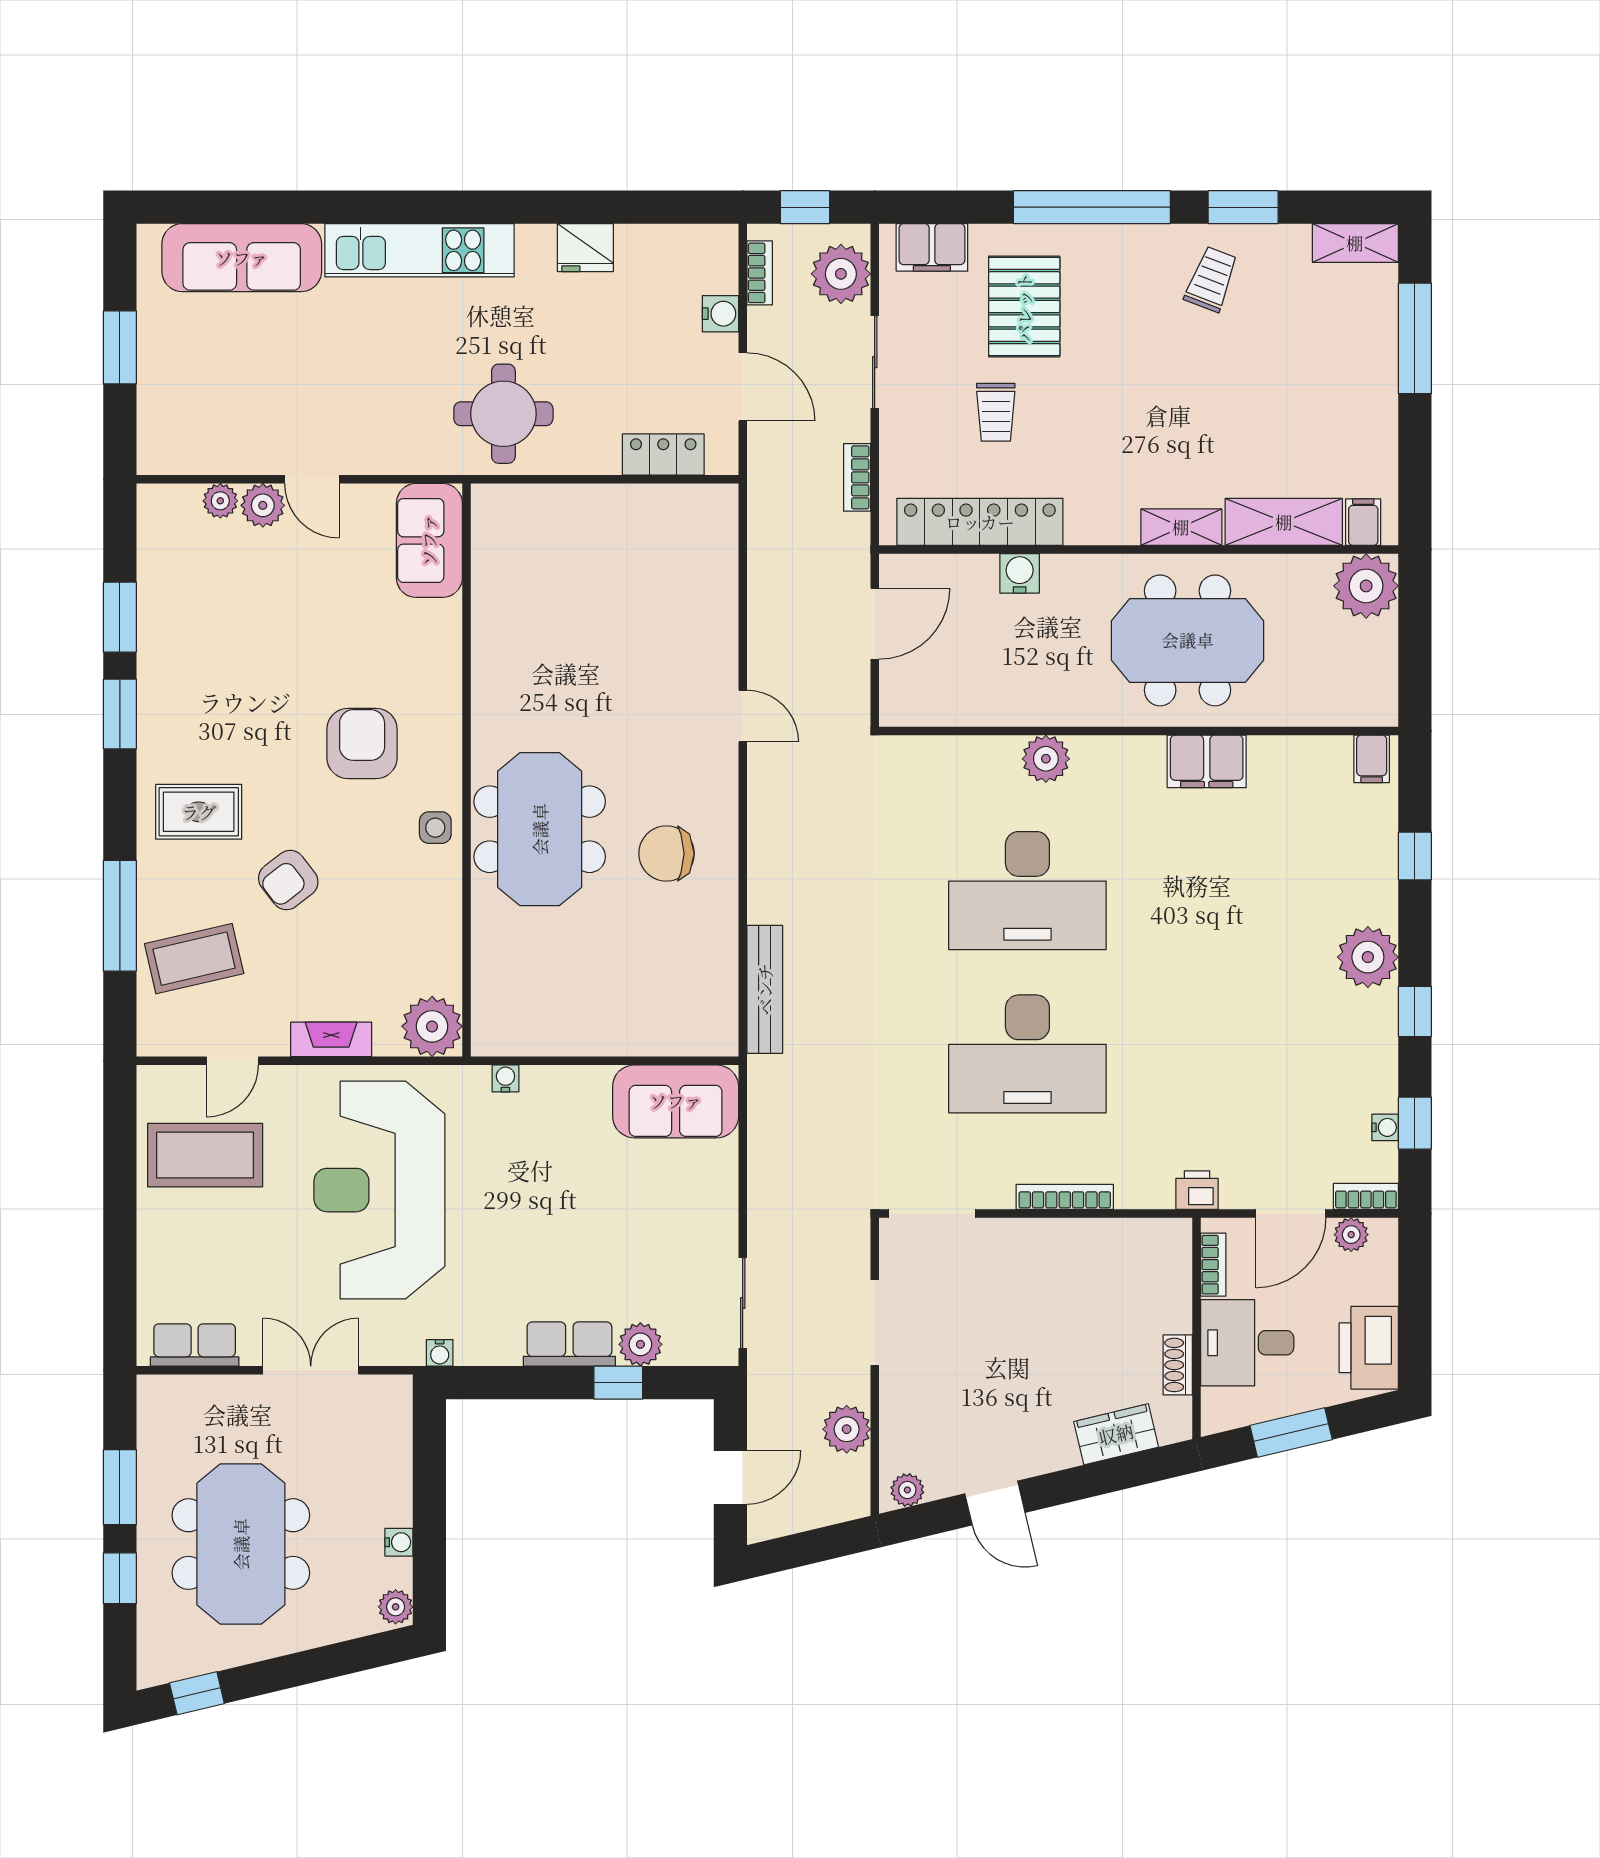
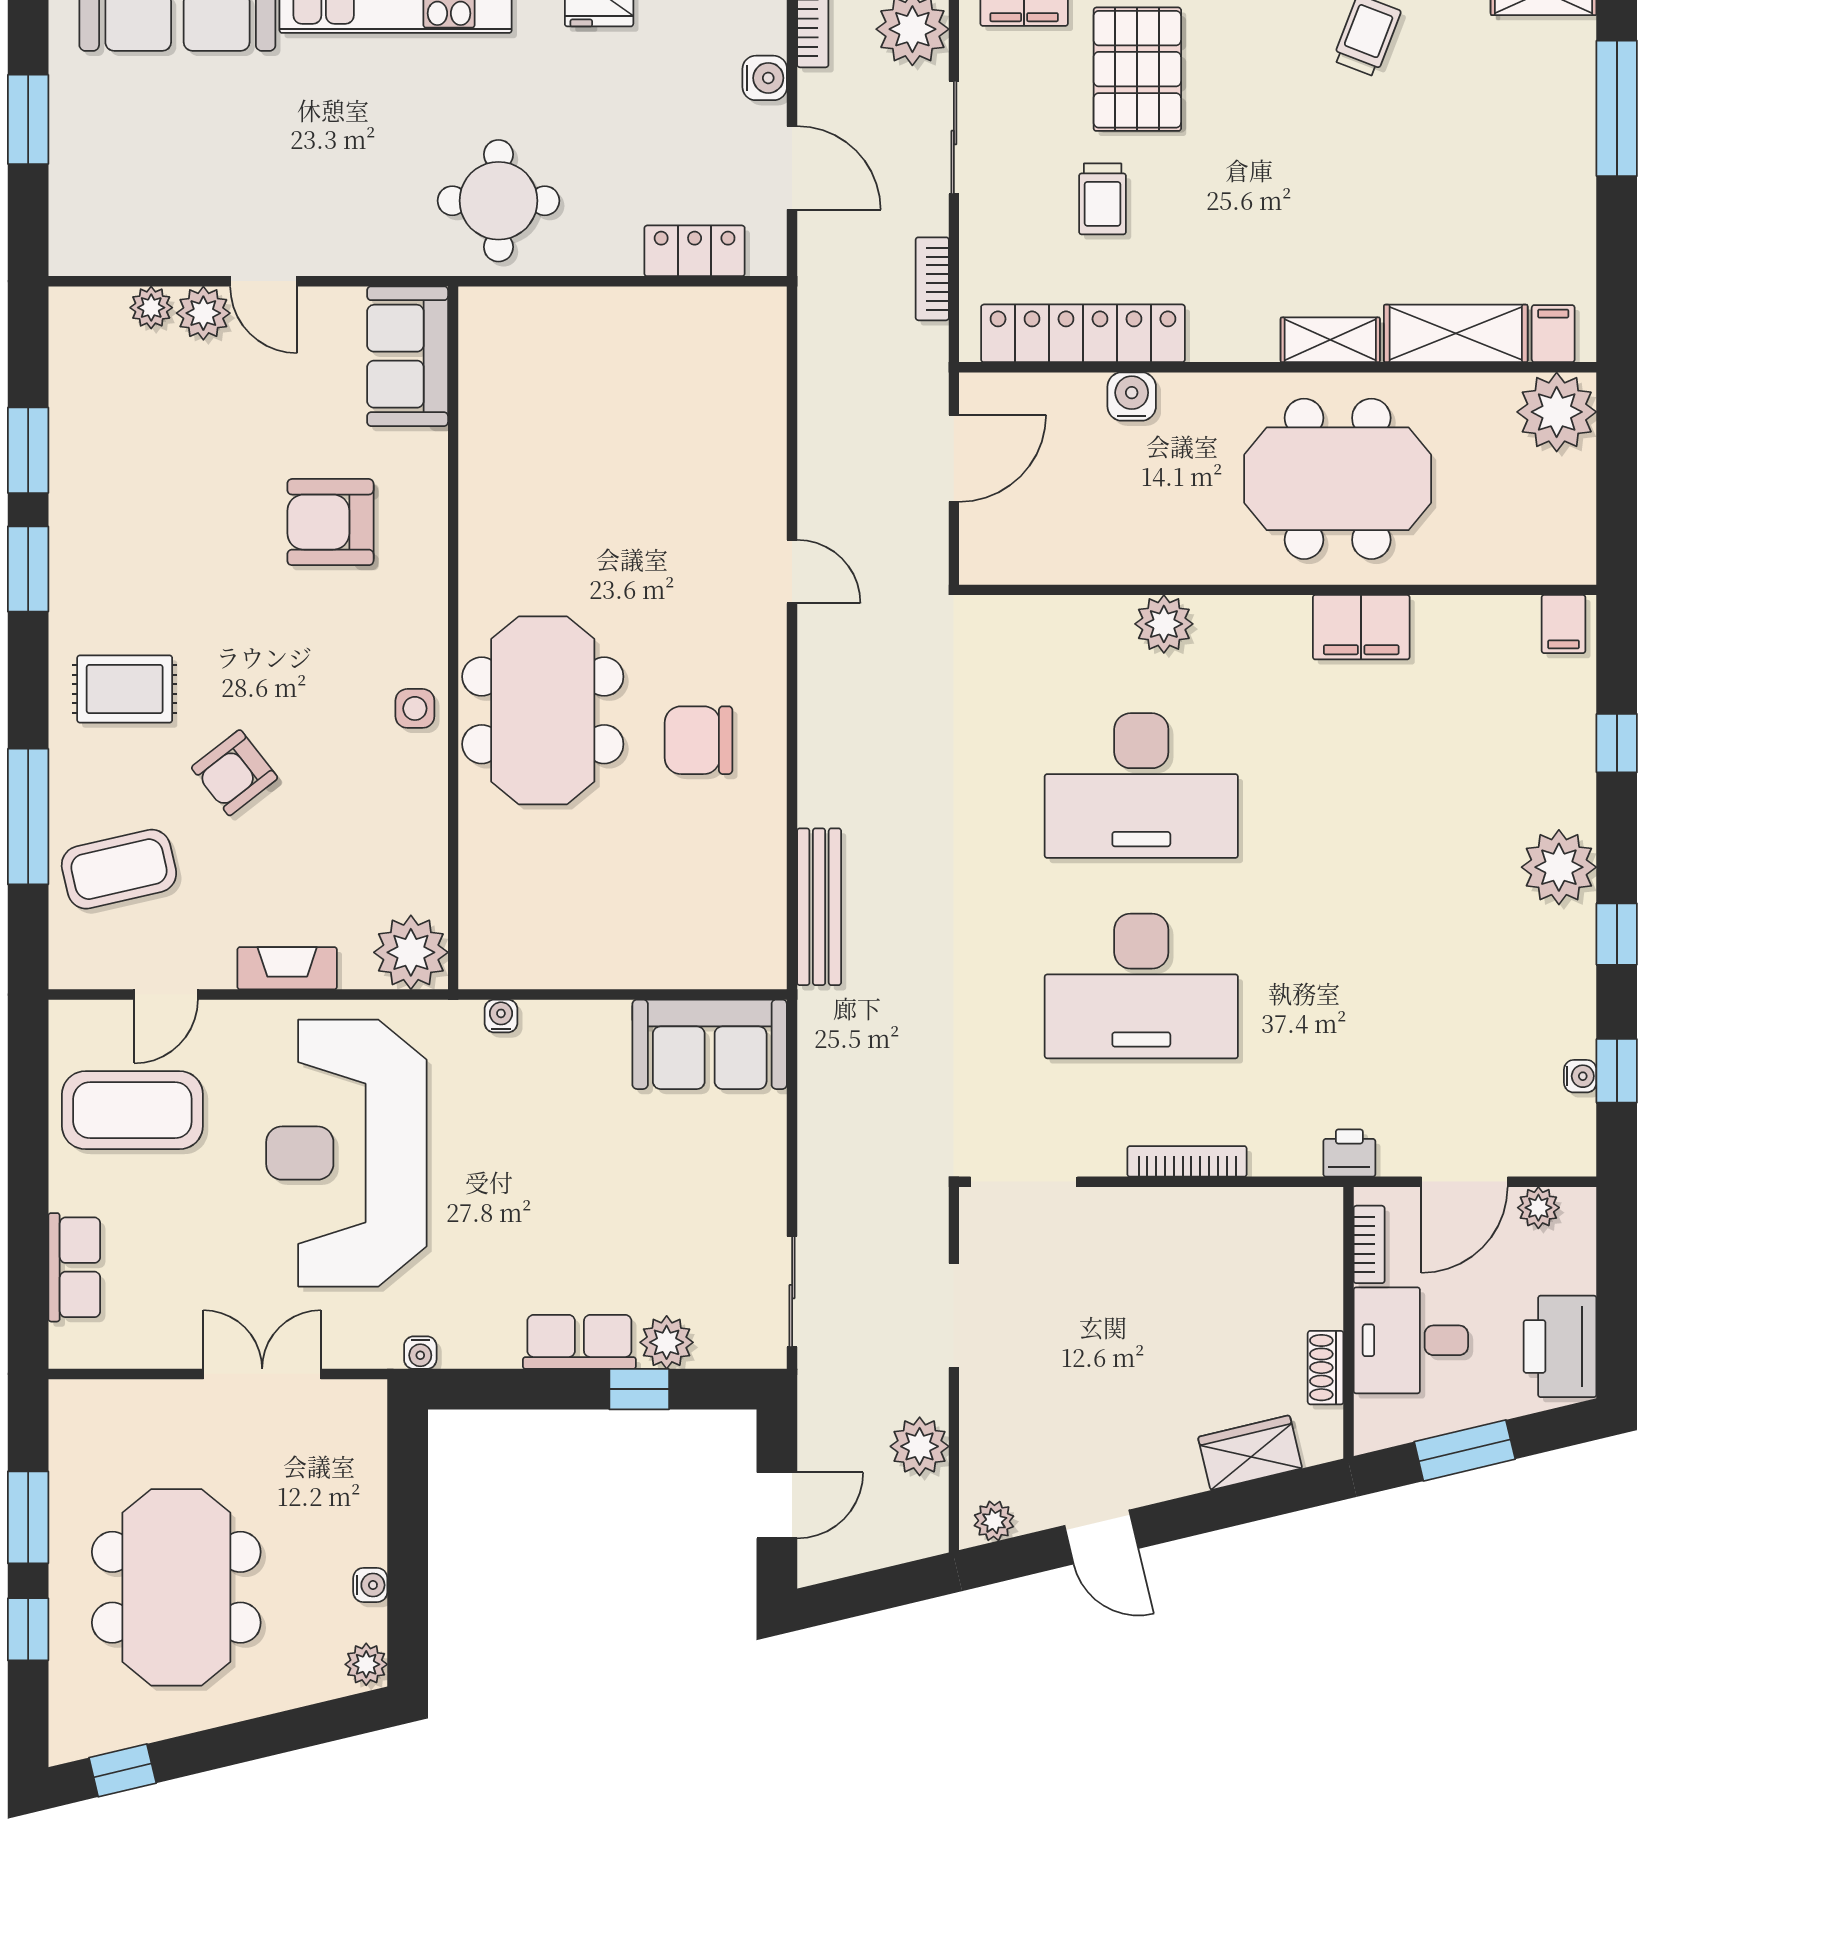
armchair: (362, 743) -> (330, 522), moved, turned -90
bookcase: (1366, 1196) -> (1557, 1161), removed
row of seats: (195, 1345) -> (74, 1267), moved, turned 90

